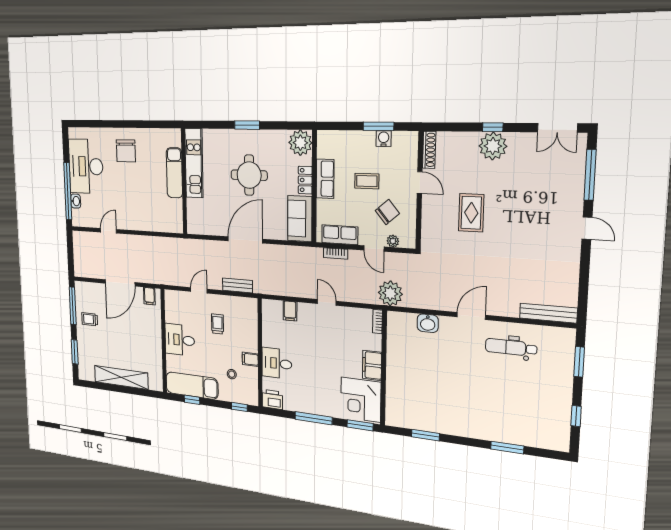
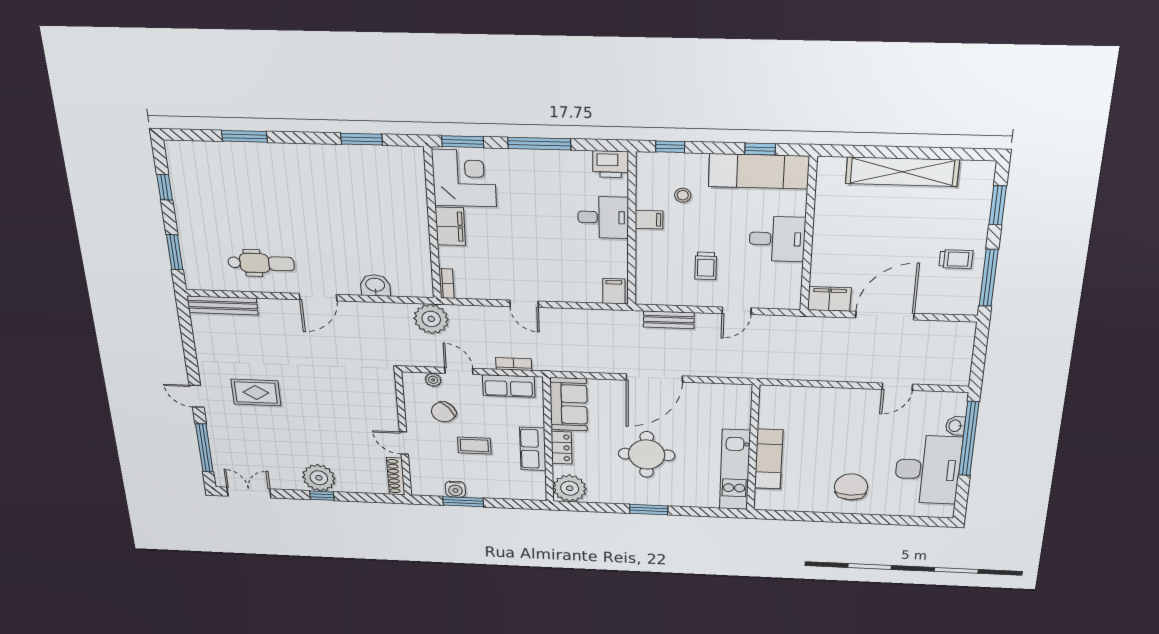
rug: (471, 213) -> (256, 392), moved, turned 90
filing cabinet: (149, 296) -> (830, 299), width x2.00
filing cabinet: (290, 311) -> (614, 291), moved

